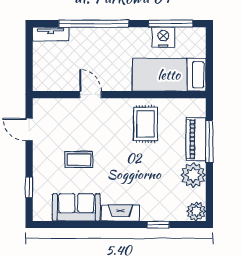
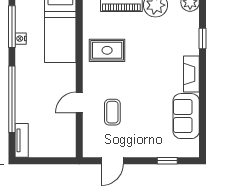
nightstand: (163, 37) -> (21, 39), width x0.53, depth x0.56
coffee table: (79, 160) -> (112, 112), moved

